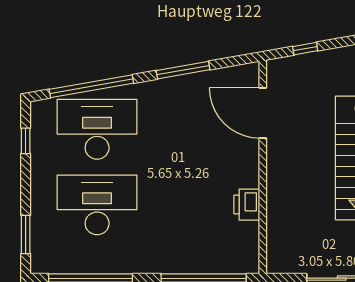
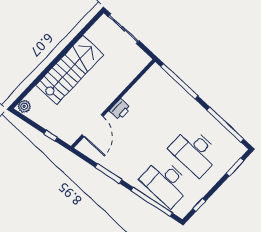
printer: (247, 205) -> (120, 109), moved

